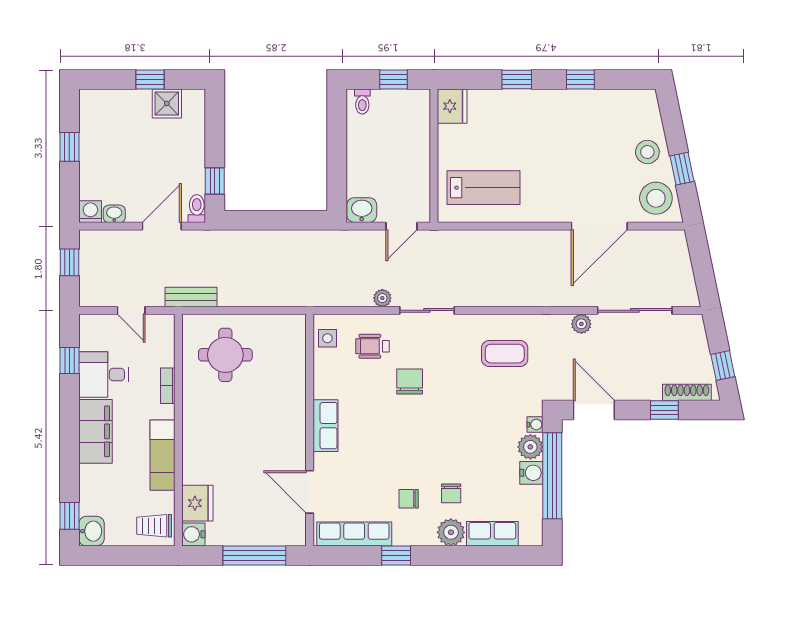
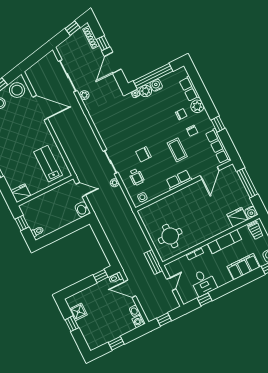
coffee table: (505, 354) -> (177, 150), moved
door: (594, 410) -> (113, 63), moved
filing cabinet: (95, 431) -> (243, 267), moved

